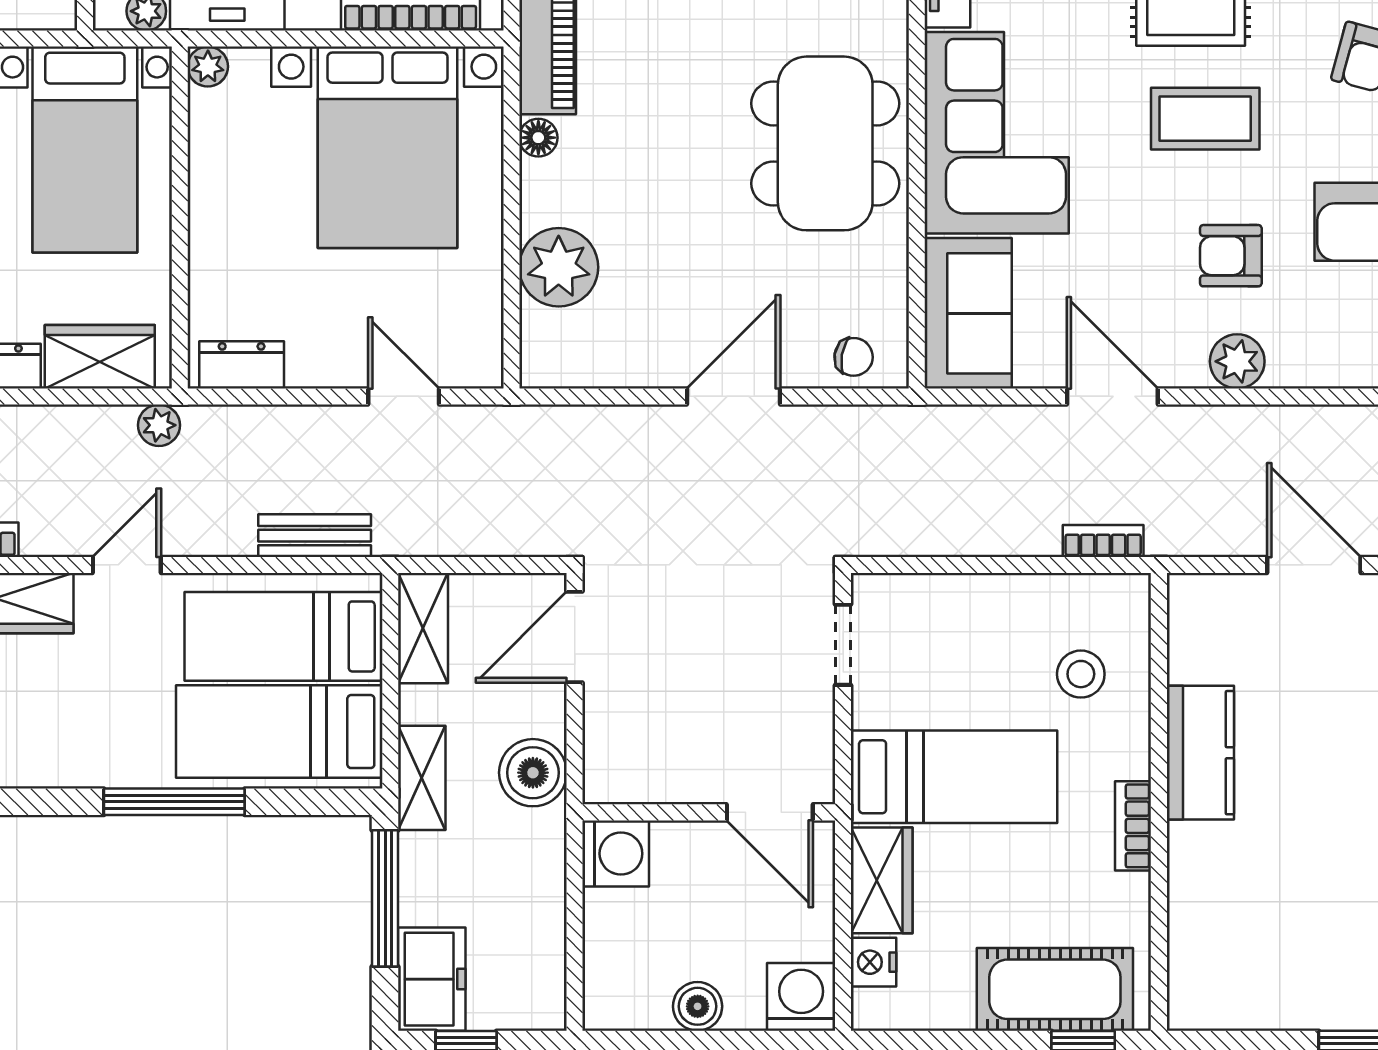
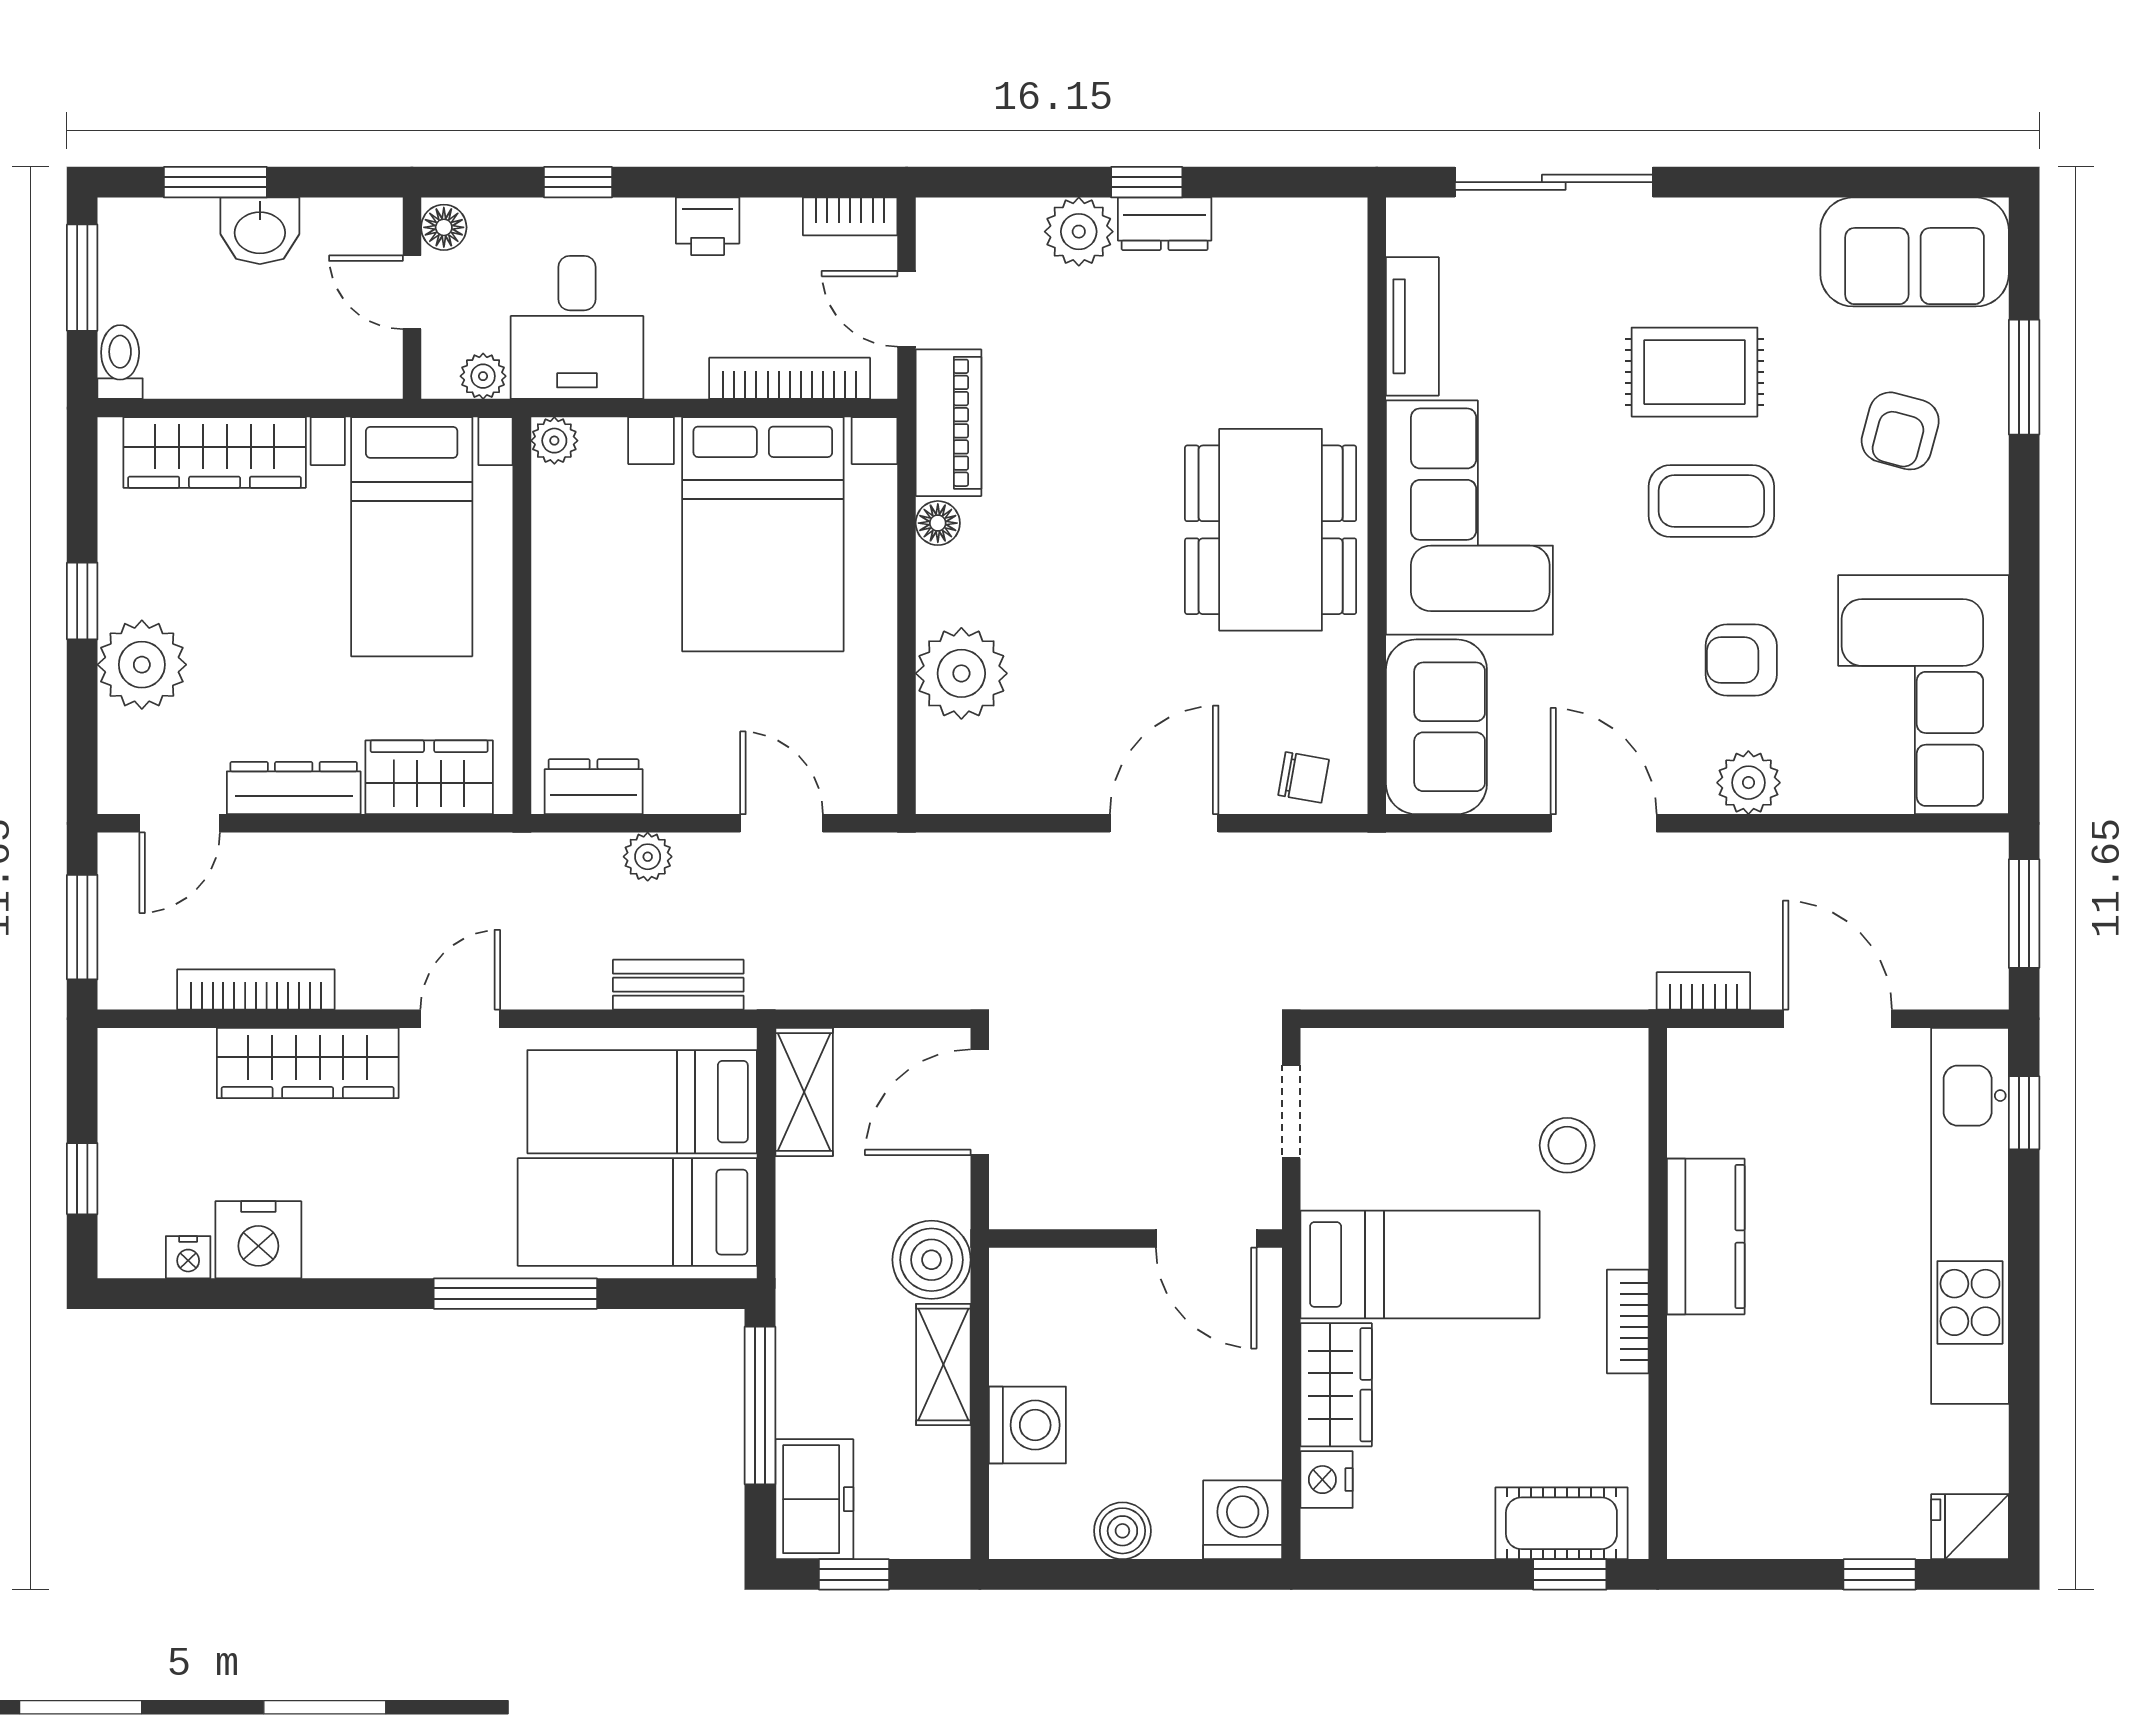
plant: (159, 425) -> (648, 857), moved
bookcase: (1103, 541) -> (1703, 991), moved
shelving: (422, 778) -> (943, 1364), moved
wall: (709, 812) -> (1136, 1239), moved
door: (770, 812) -> (1206, 1239), moved
washing machine: (616, 854) -> (1027, 1425), moved
cot: (1055, 989) -> (1561, 1523), width x0.73, depth x0.75

